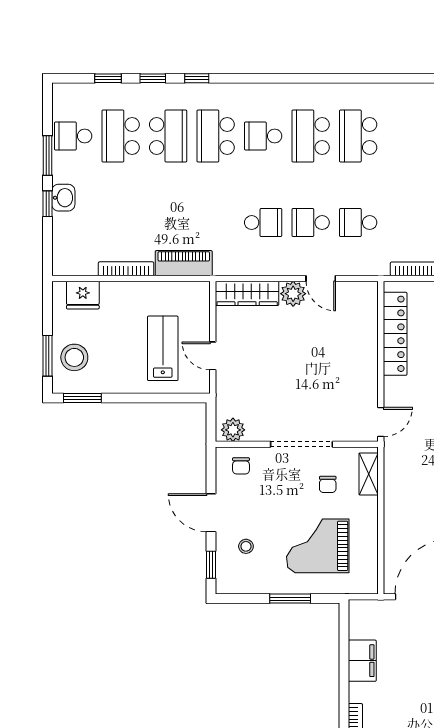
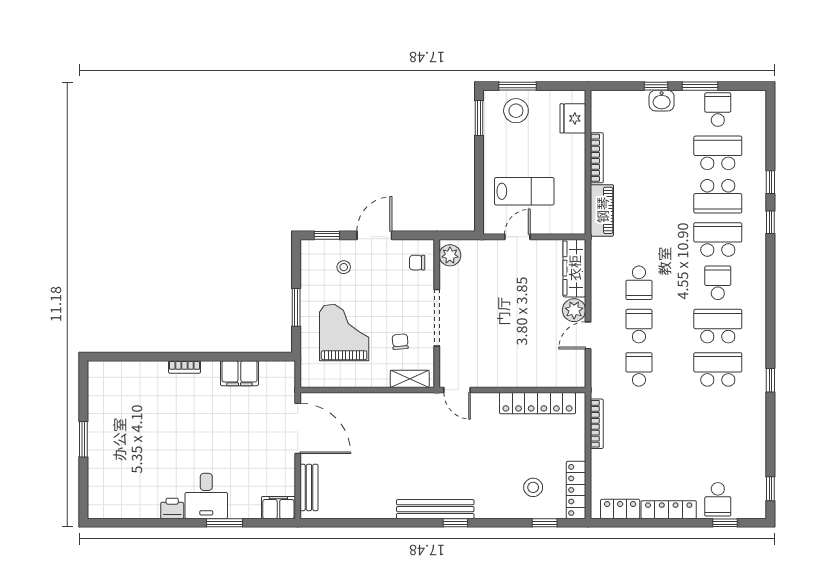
window: (108, 78) -> (770, 380), moved
chair: (328, 484) -> (400, 342), turned 86

